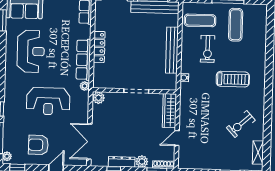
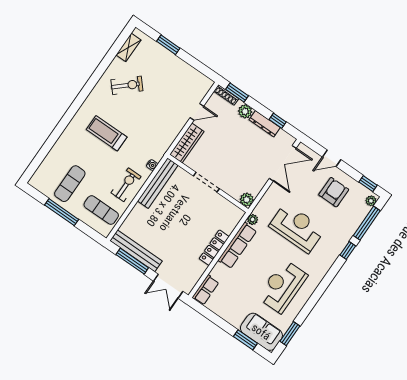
exercise bike: (208, 49) -> (126, 185), moved
bench: (172, 50) -> (158, 183), moved
armchair: (38, 145) -> (334, 192), turned -90

